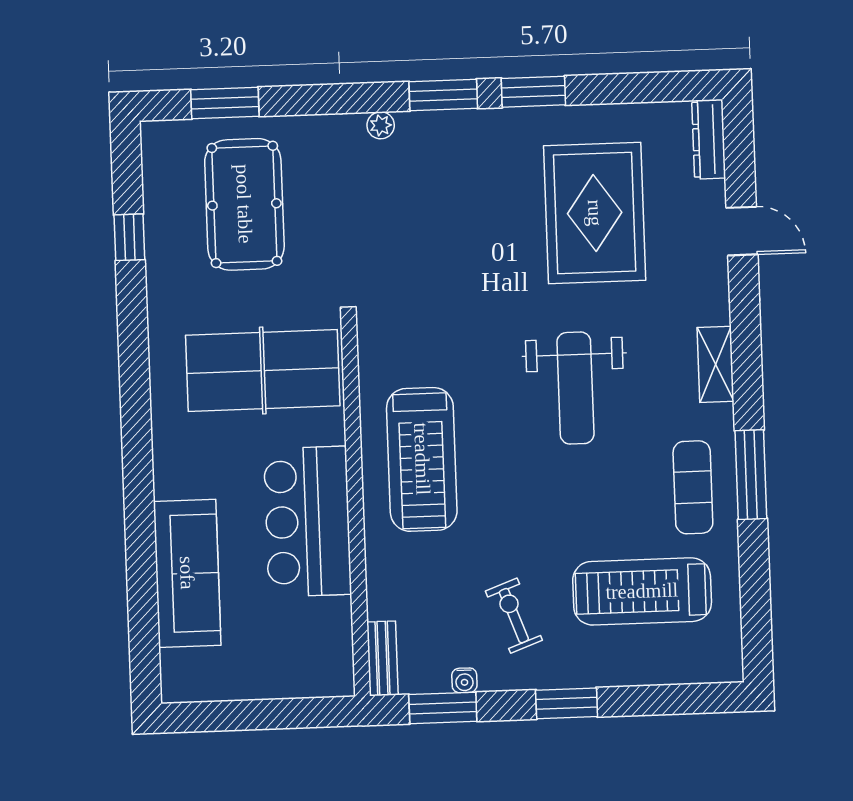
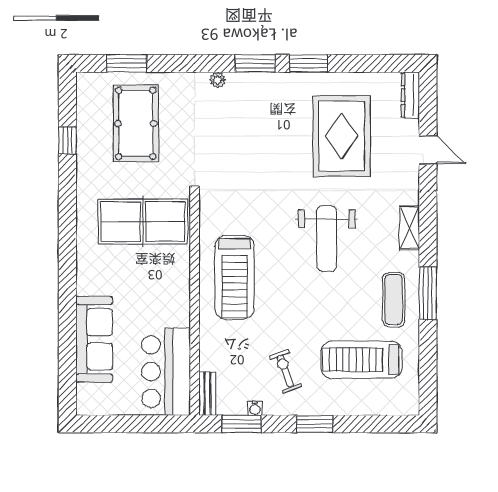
bar counter: (308, 522) -> (166, 372), moved

